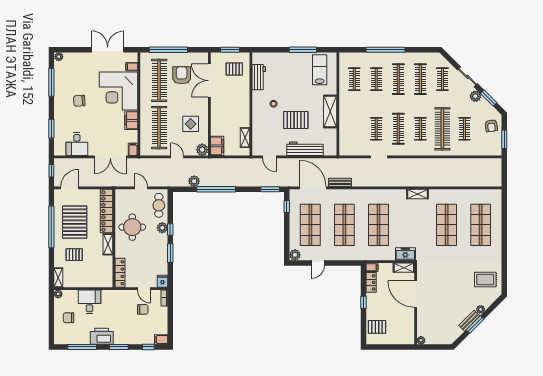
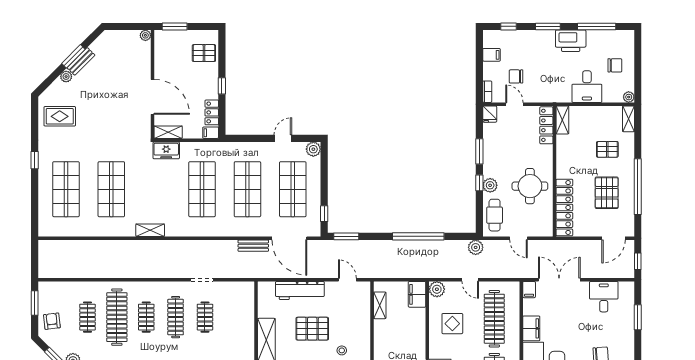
plant: (194, 181) -> (476, 247), moved
pallet: (75, 222) -> (607, 193), width x0.73, depth x0.71
shelving: (108, 244) -> (562, 120), moved
window: (504, 247) -> (35, 160), added
filing cabinet: (161, 339) -> (492, 55), moved
window: (399, 347) -> (175, 26), added

